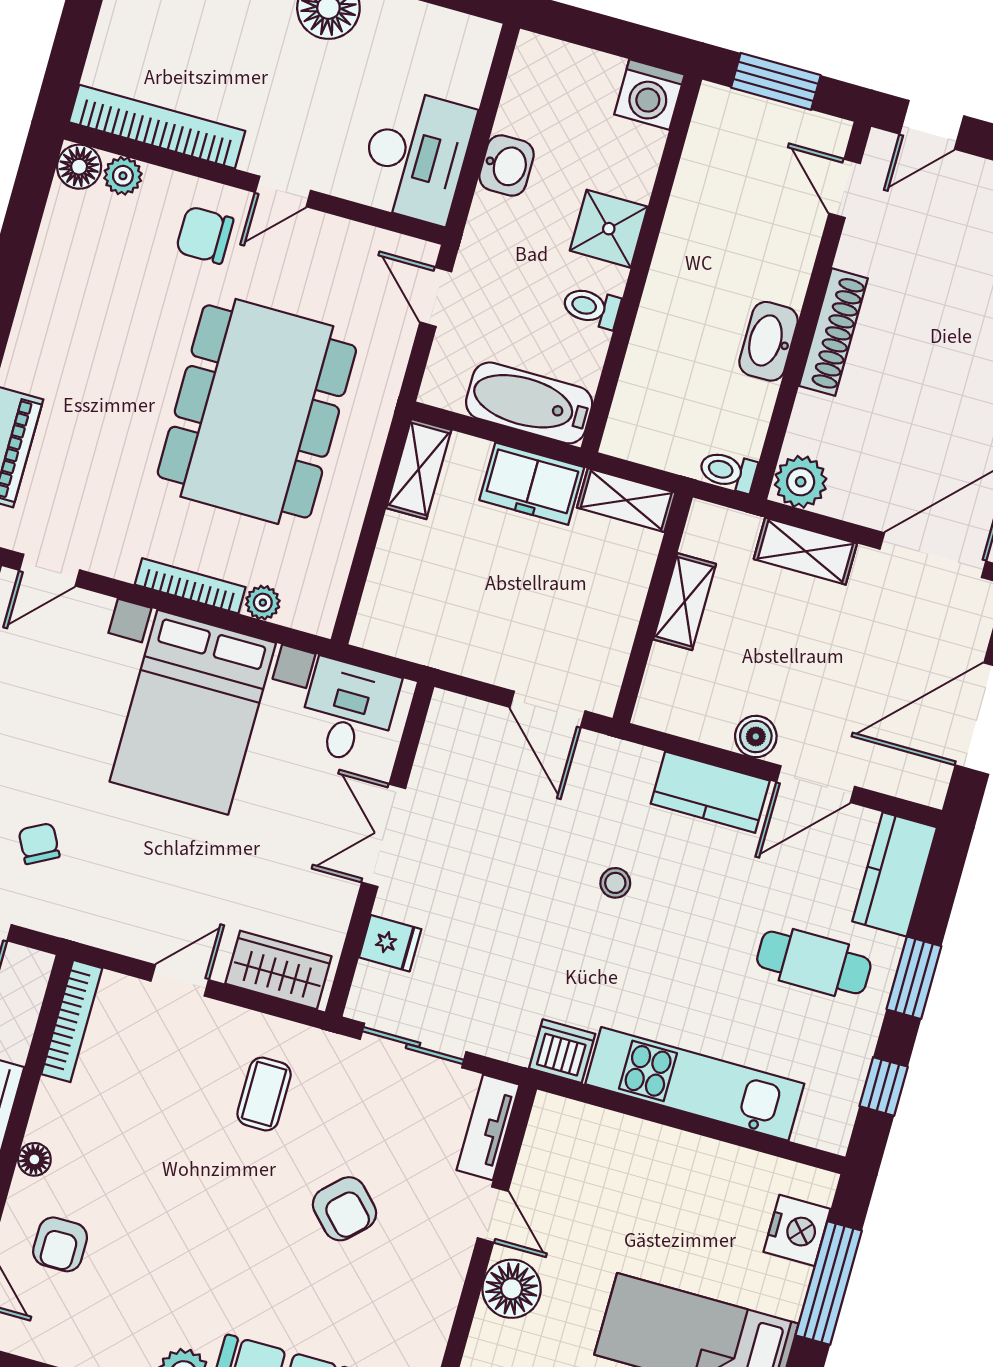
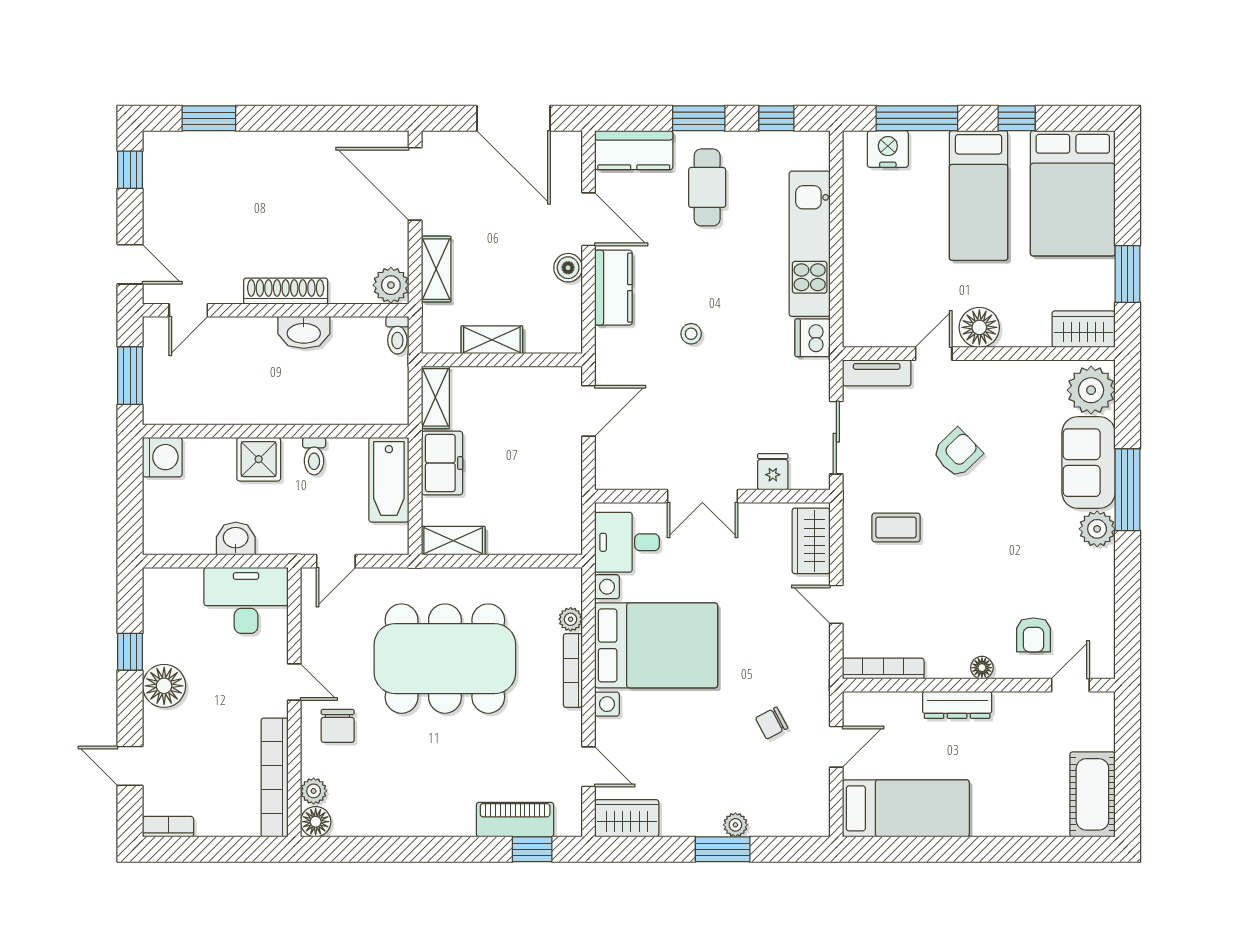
armchair: (60, 1244) -> (1033, 635), turned 90

